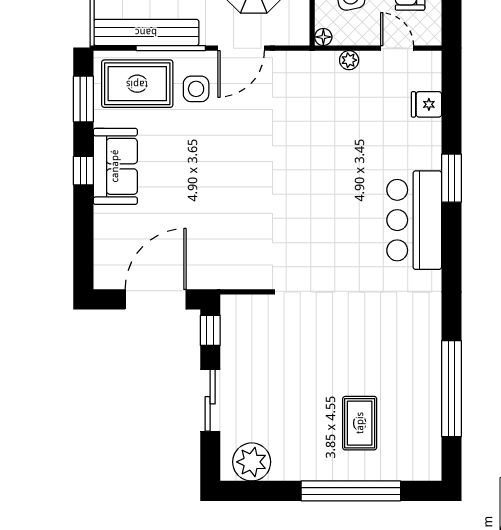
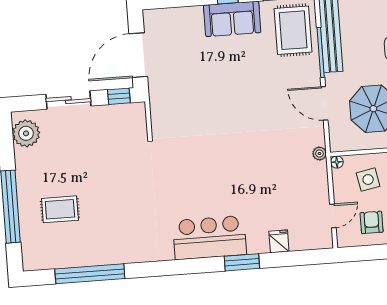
plant: (349, 60) -> (319, 154), moved
side table: (196, 89) -> (292, 73), removed
fridge: (426, 104) -> (279, 241), moved
door: (156, 299) -> (138, 55), swing flipped

